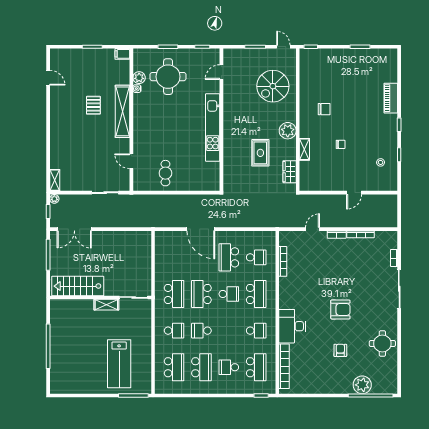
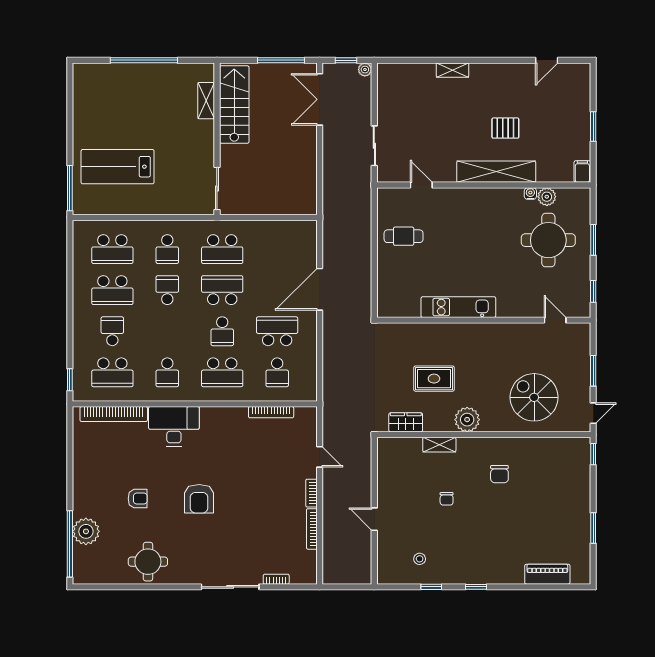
piano: (391, 98) -> (547, 574), moved
kitchen unit: (213, 128) -> (458, 307), width x0.73
door: (131, 161) -> (421, 185), hinge flipped
shelving: (55, 180) -> (452, 70), moved
shelving: (106, 305) -> (206, 101), moved

